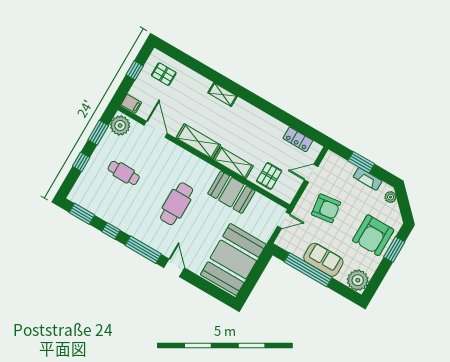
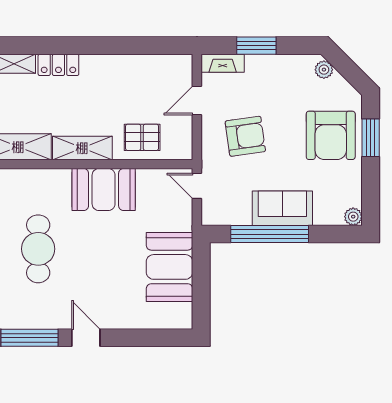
locker: (298, 139) -> (58, 65), moved
pallet: (269, 176) -> (142, 137), turned 90
fireplace: (368, 179) -> (223, 63), moved
door: (284, 220) -> (197, 186), swing flipped
booth: (233, 259) -> (169, 267), width x0.73, depth x0.70
plant: (358, 280) -> (353, 217), width x0.53, depth x0.53

